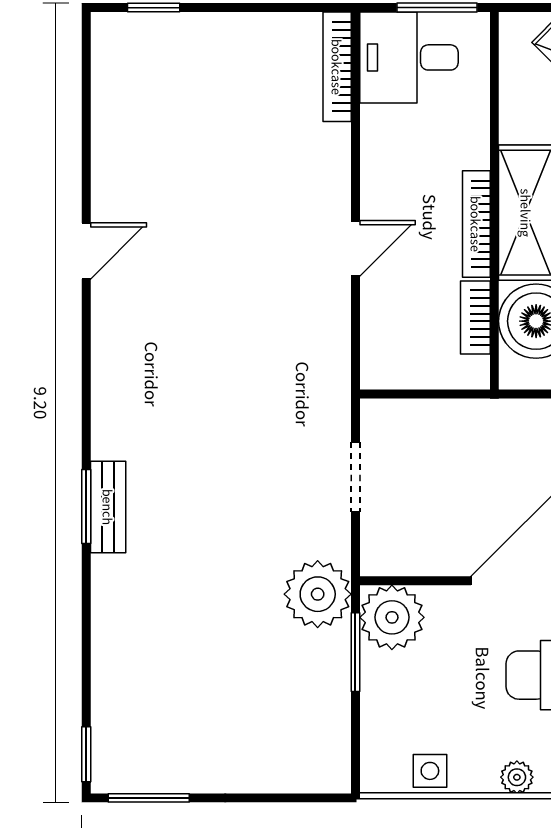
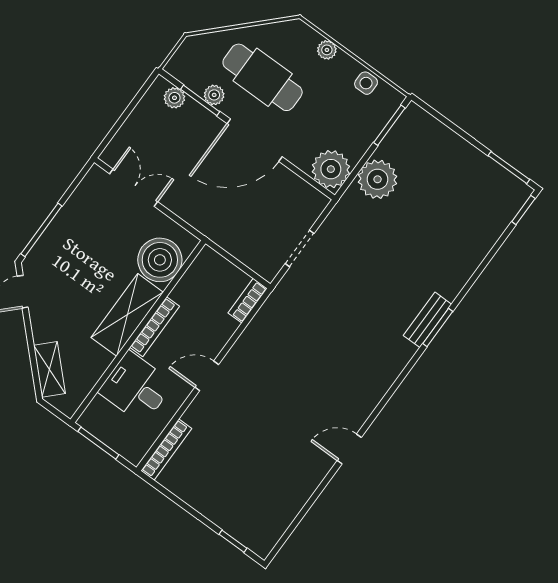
desk: (409, 57) -> (136, 388), moved, turned 180
door: (355, 248) -> (207, 376), moved
bookcase: (475, 318) -> (248, 301), moved, turned 180
plant: (318, 594) -> (378, 179), moved
window: (355, 652) -> (389, 125), moved

